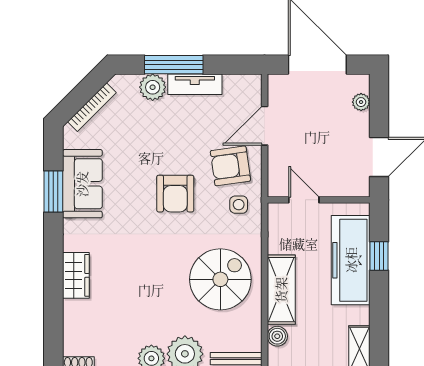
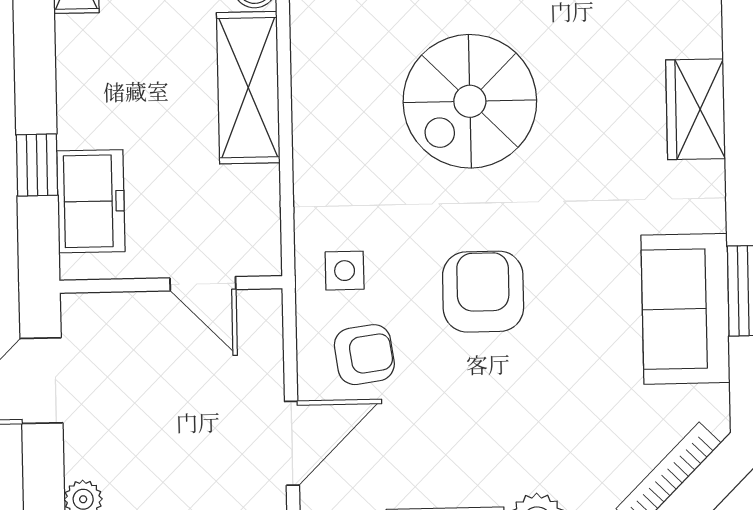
armchair: (230, 166) -> (364, 355), width x0.72, depth x0.72
freezer: (351, 260) -> (91, 201), width x0.52, depth x0.79
spiral stairs: (220, 279) -> (470, 101), moved

